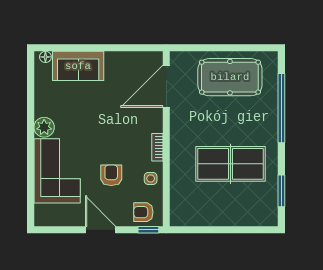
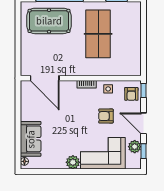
pool table: (230, 77) -> (49, 21), moved, turned 90
plant: (67, 217) -> (135, 147), added
window: (60, 230) -> (143, 151), added
door: (101, 230) -> (143, 123), hinge flipped

